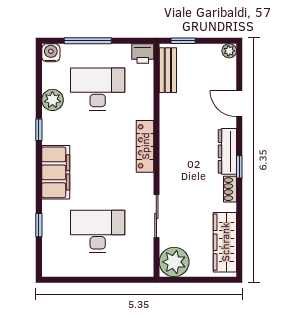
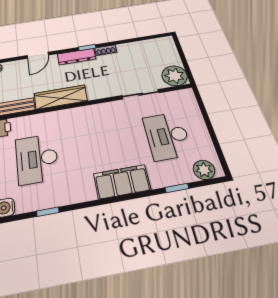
plant: (52, 100) -> (204, 170), moved
window: (39, 130) -> (48, 212), moved
locker: (145, 146) -> (83, 112), removed
wardrobe: (225, 242) -> (61, 97), moved, turned 180

